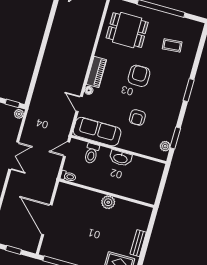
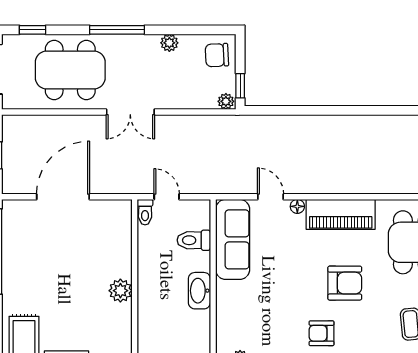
piano: (96, 72) -> (341, 214), width x1.37, depth x1.33
door: (79, 104) -> (270, 197), hinge flipped
armchair: (137, 117) -> (322, 333), moved
door: (67, 149) -> (167, 197), moved
double door: (14, 156) -> (130, 112), moved

